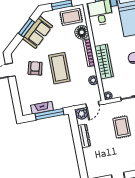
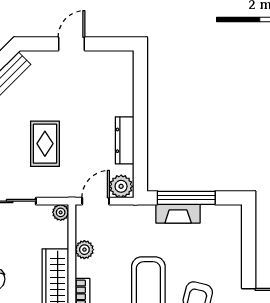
fireplace: (42, 108) -> (178, 214), moved

